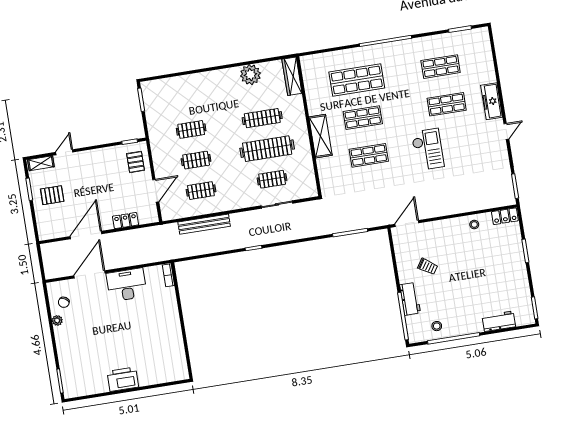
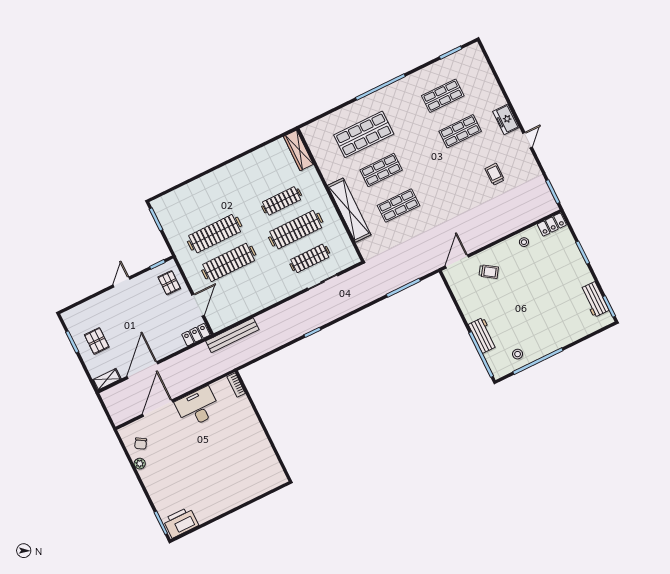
plant: (250, 75) -> (257, 161), removed
freezer: (492, 101) -> (506, 119), width x0.71
clothes rail: (191, 129) -> (215, 234), width x1.86, depth x1.31
shelving: (320, 136) -> (349, 210), width x1.47
checkout: (428, 149) -> (455, 182), removed
door: (64, 152) -> (121, 282), moved
trolley: (466, 154) -> (495, 174), added
clothes rail: (196, 160) -> (229, 262), width x1.86, depth x1.31
shelving: (41, 163) -> (107, 379), moved
clothes rail: (272, 179) -> (310, 258), width x1.36
clothes rail: (201, 191) -> (243, 291), removed
pallet: (52, 195) -> (97, 341), turned 90
locker: (126, 221) -> (196, 335), moved
bench: (204, 224) -> (232, 335), moved
trolley: (428, 266) -> (489, 272), moved
workbench: (499, 321) -> (594, 300), moved, turned -90
printer: (123, 379) -> (181, 522), moved

